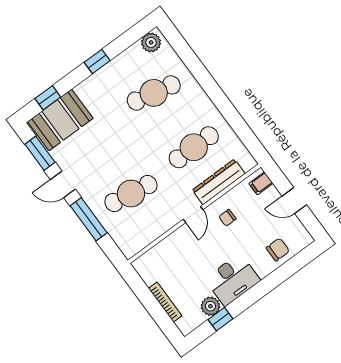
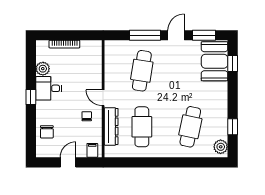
window: (97, 61) -> (233, 127), moved
desk: (232, 280) -> (49, 88), width x0.73
window: (221, 319) -> (31, 97), moved

